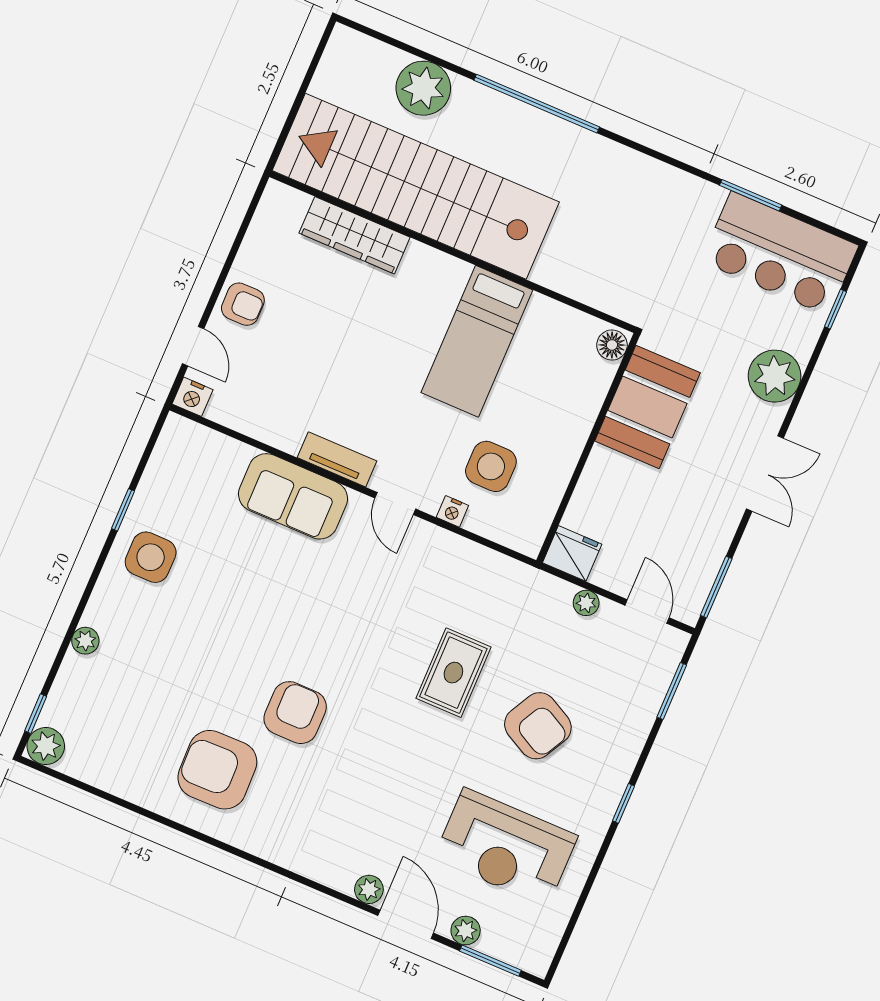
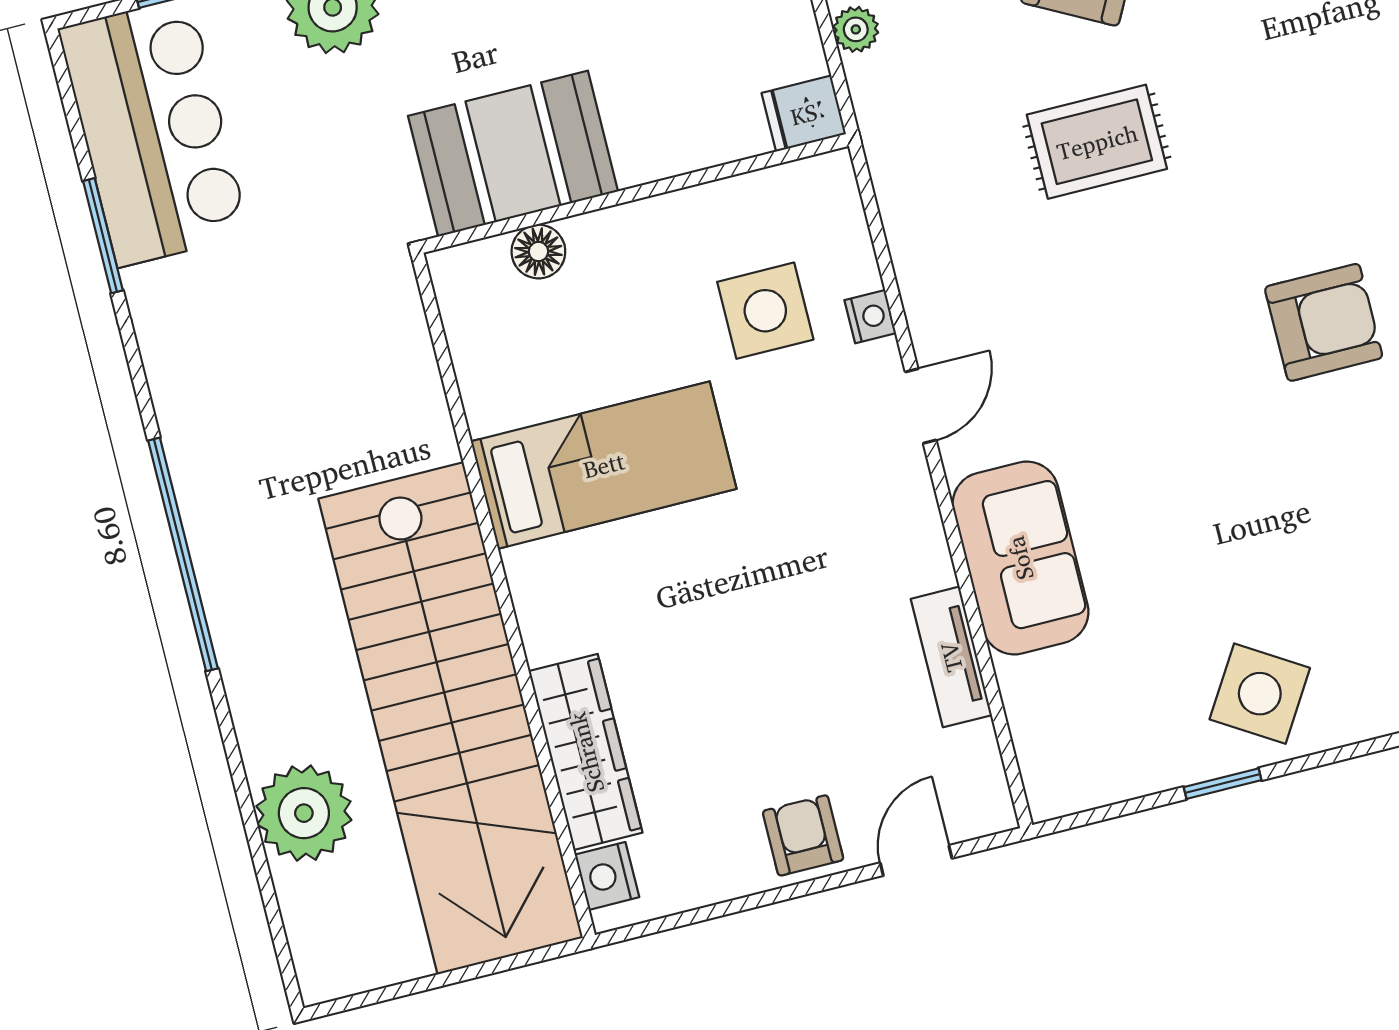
window: (537, 104) -> (183, 554), moved
floor lamp: (612, 345) -> (538, 252), moved
nightstand: (193, 397) -> (607, 876), moved, turned 180
tv unit: (337, 459) -> (951, 657), moved
fridge: (572, 553) -> (804, 114), width x0.72
side table: (151, 557) -> (1260, 694), turned 32
armchair: (295, 713) -> (1324, 322), turned 180

